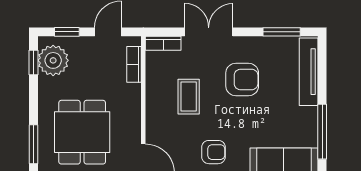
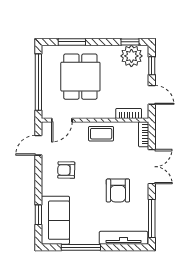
window: (282, 32) -> (152, 219), width x1.44
coffee table: (189, 97) -> (101, 134), moved
dining table: (82, 132) -> (80, 77), turned 90
armchair: (213, 152) -> (66, 170), turned 91

